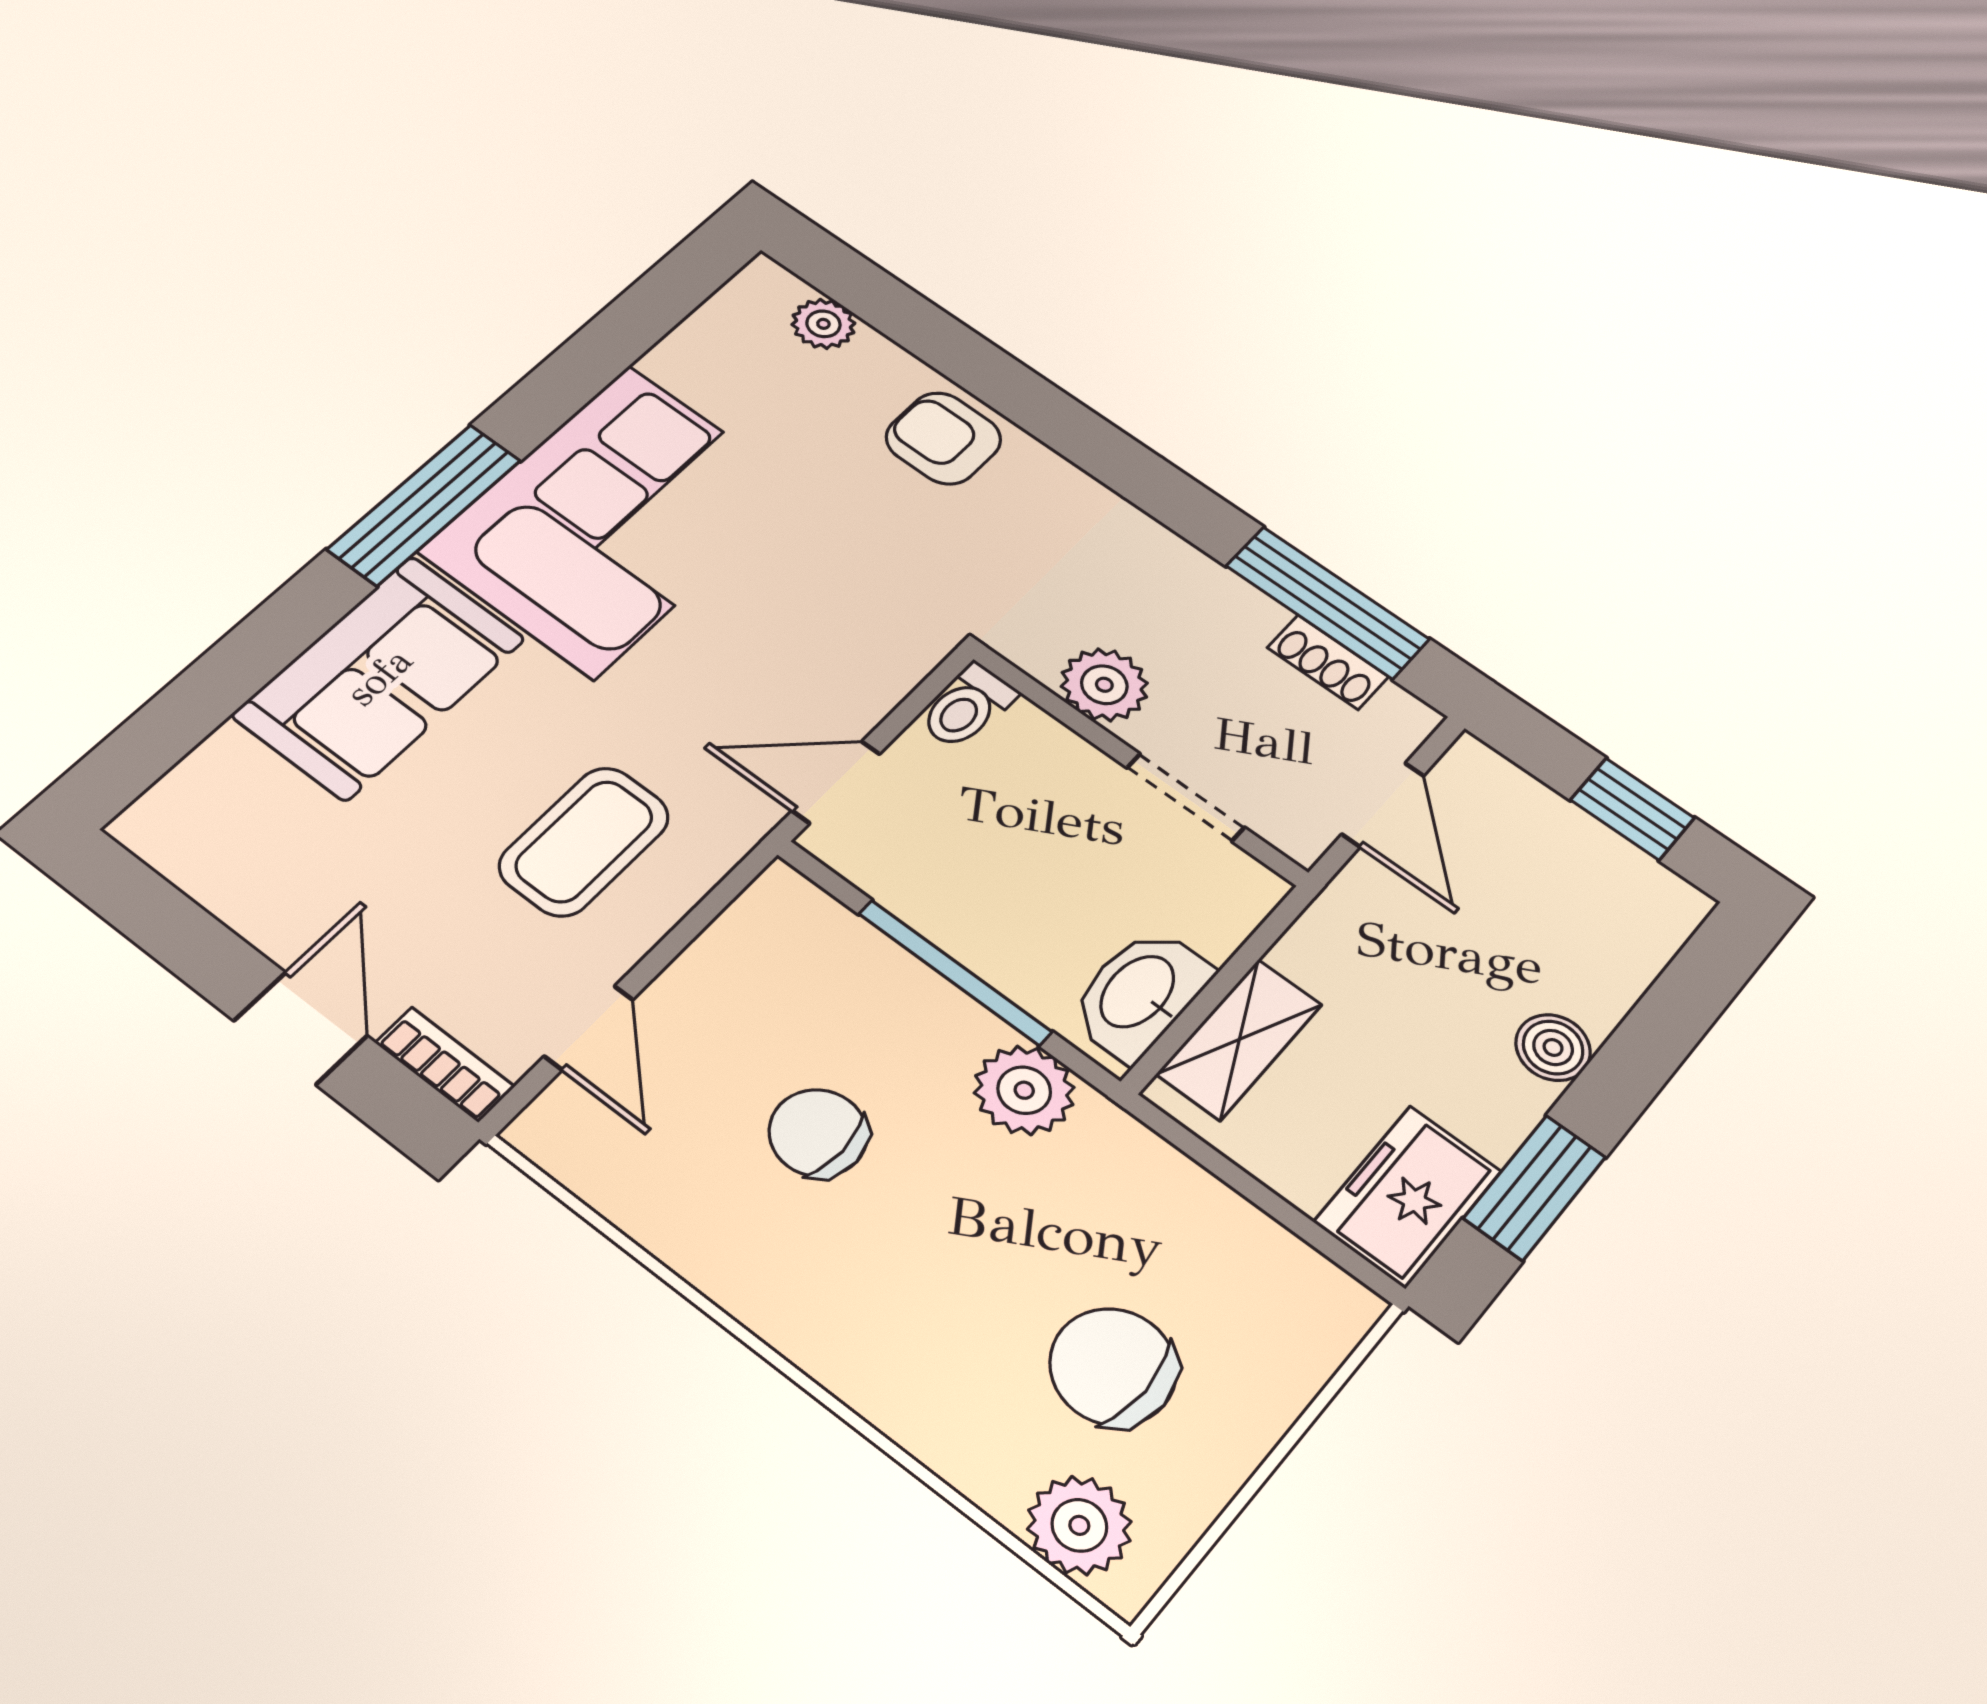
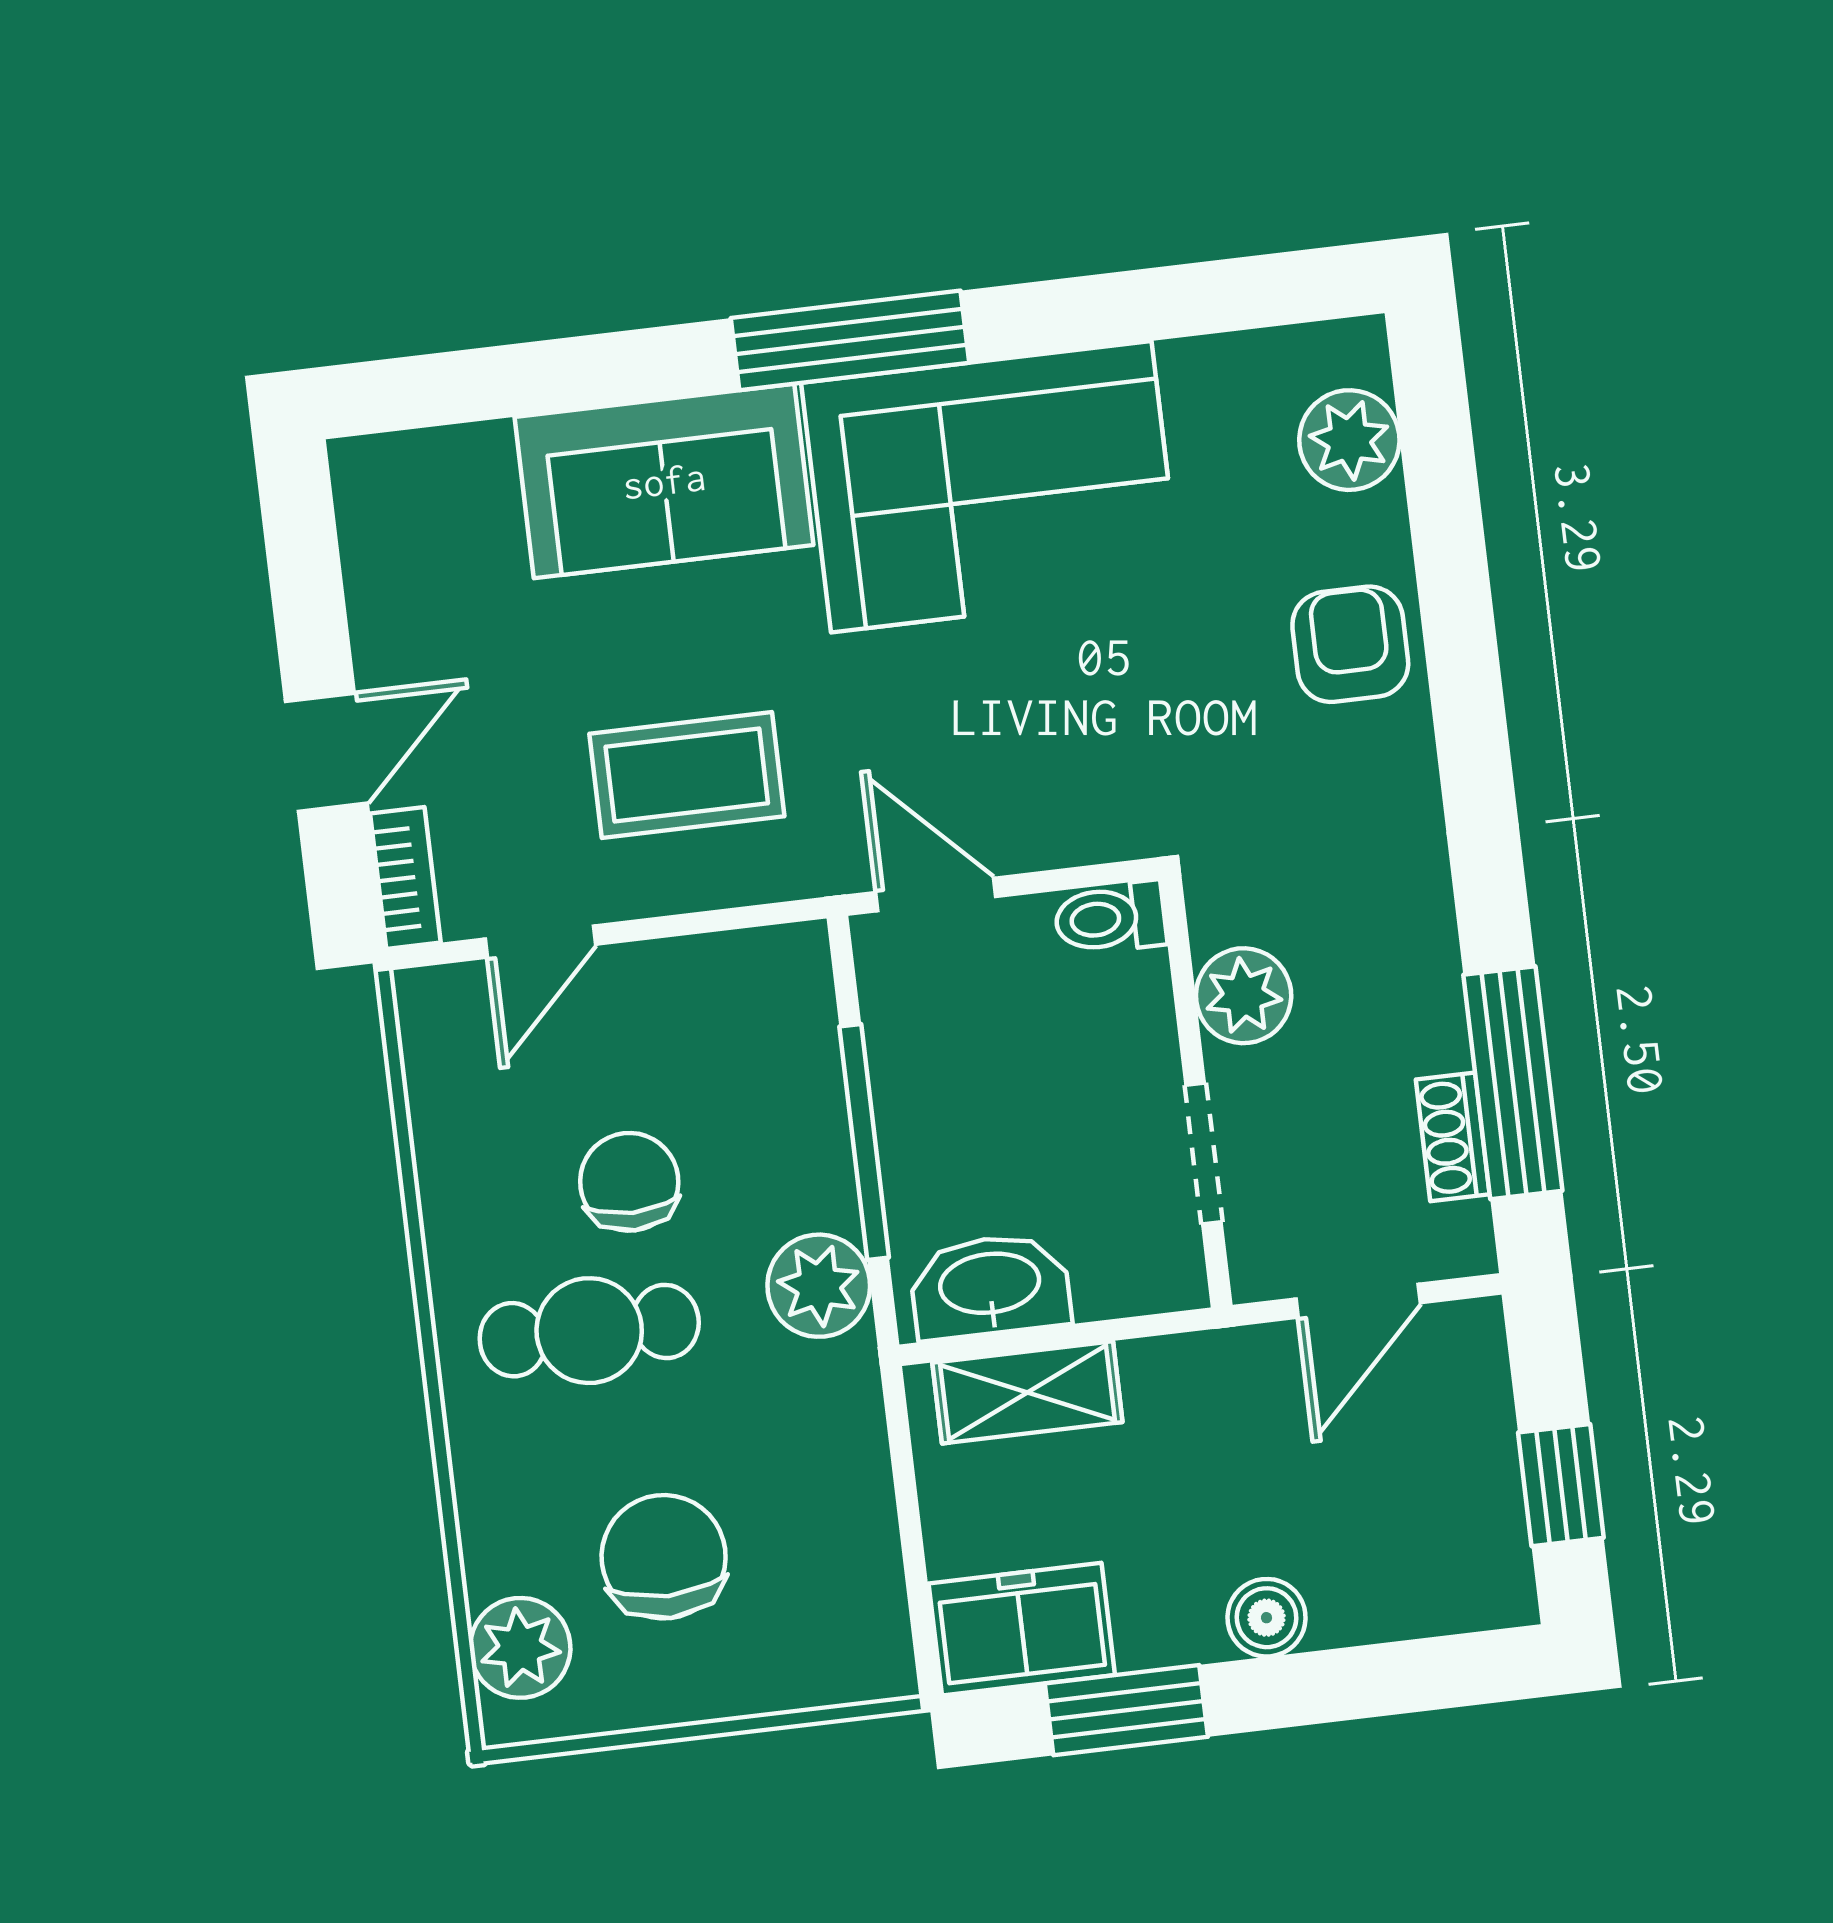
plant: (823, 324) -> (1349, 440), width x1.38, depth x1.38
cafe table: (895, 1257) -> (589, 1331), added

